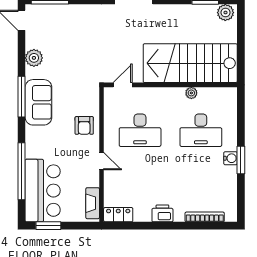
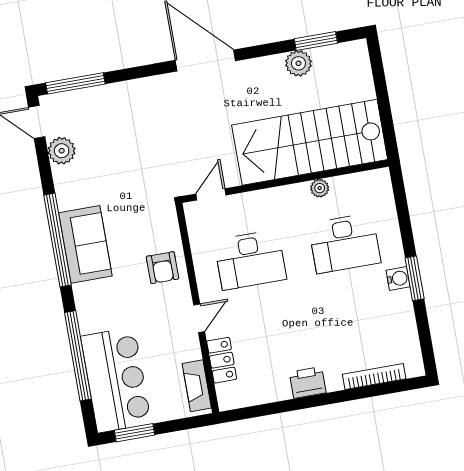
plant: (225, 13) -> (298, 63), moved
plant: (34, 58) -> (62, 151), moved
window: (22, 97) -> (58, 240), width x1.46
door: (102, 161) -> (199, 318), hinge flipped
locker: (118, 215) -> (222, 360), moved, turned 90

